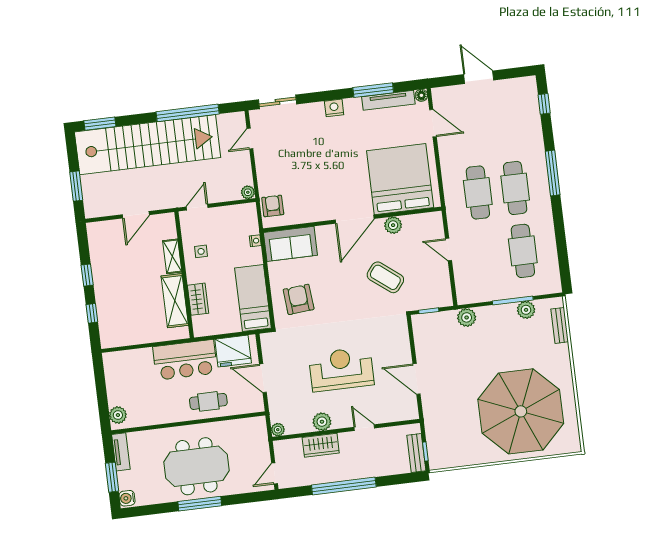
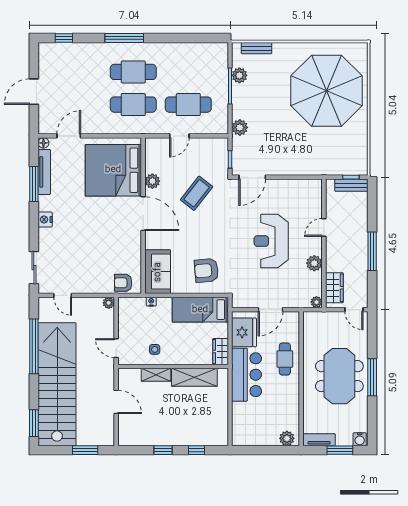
cafe table: (523, 251) -> (188, 105), moved
wardrobe: (198, 299) -> (221, 352), moved, turned -90
door: (416, 379) -> (252, 177), moved
wardrobe: (321, 445) -> (334, 288), moved
window: (344, 486) -> (372, 251), width x0.68

